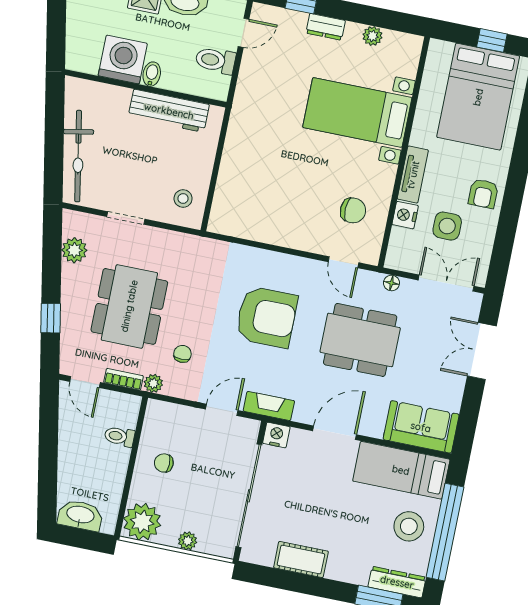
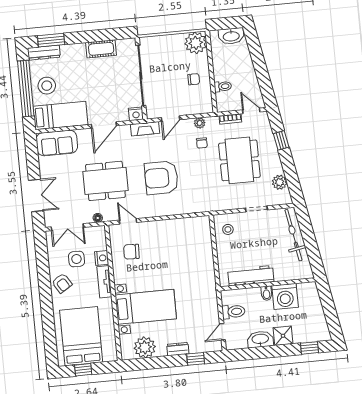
plant: (372, 36) -> (145, 347), width x1.87, depth x1.87
armchair: (483, 194) -> (62, 283), turned 148
plant: (153, 383) -> (200, 123), moved
plant: (188, 541) -> (167, 40), removed

